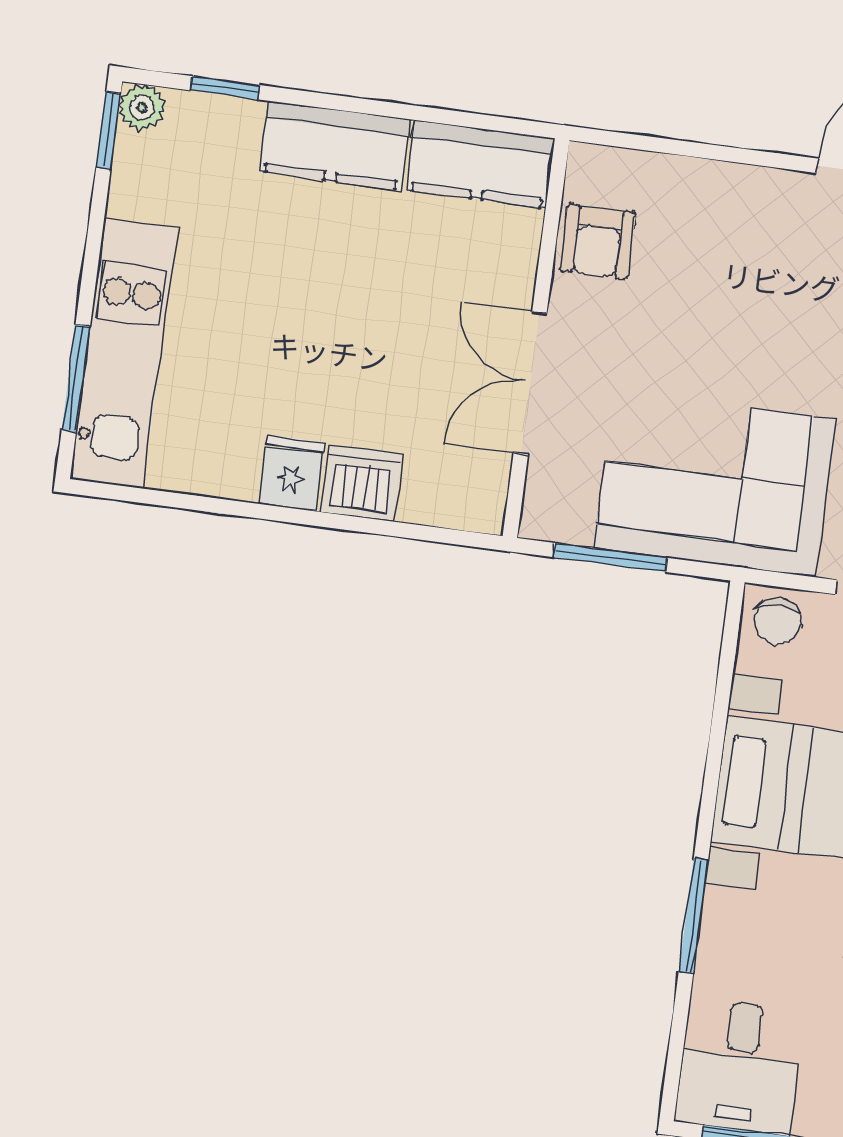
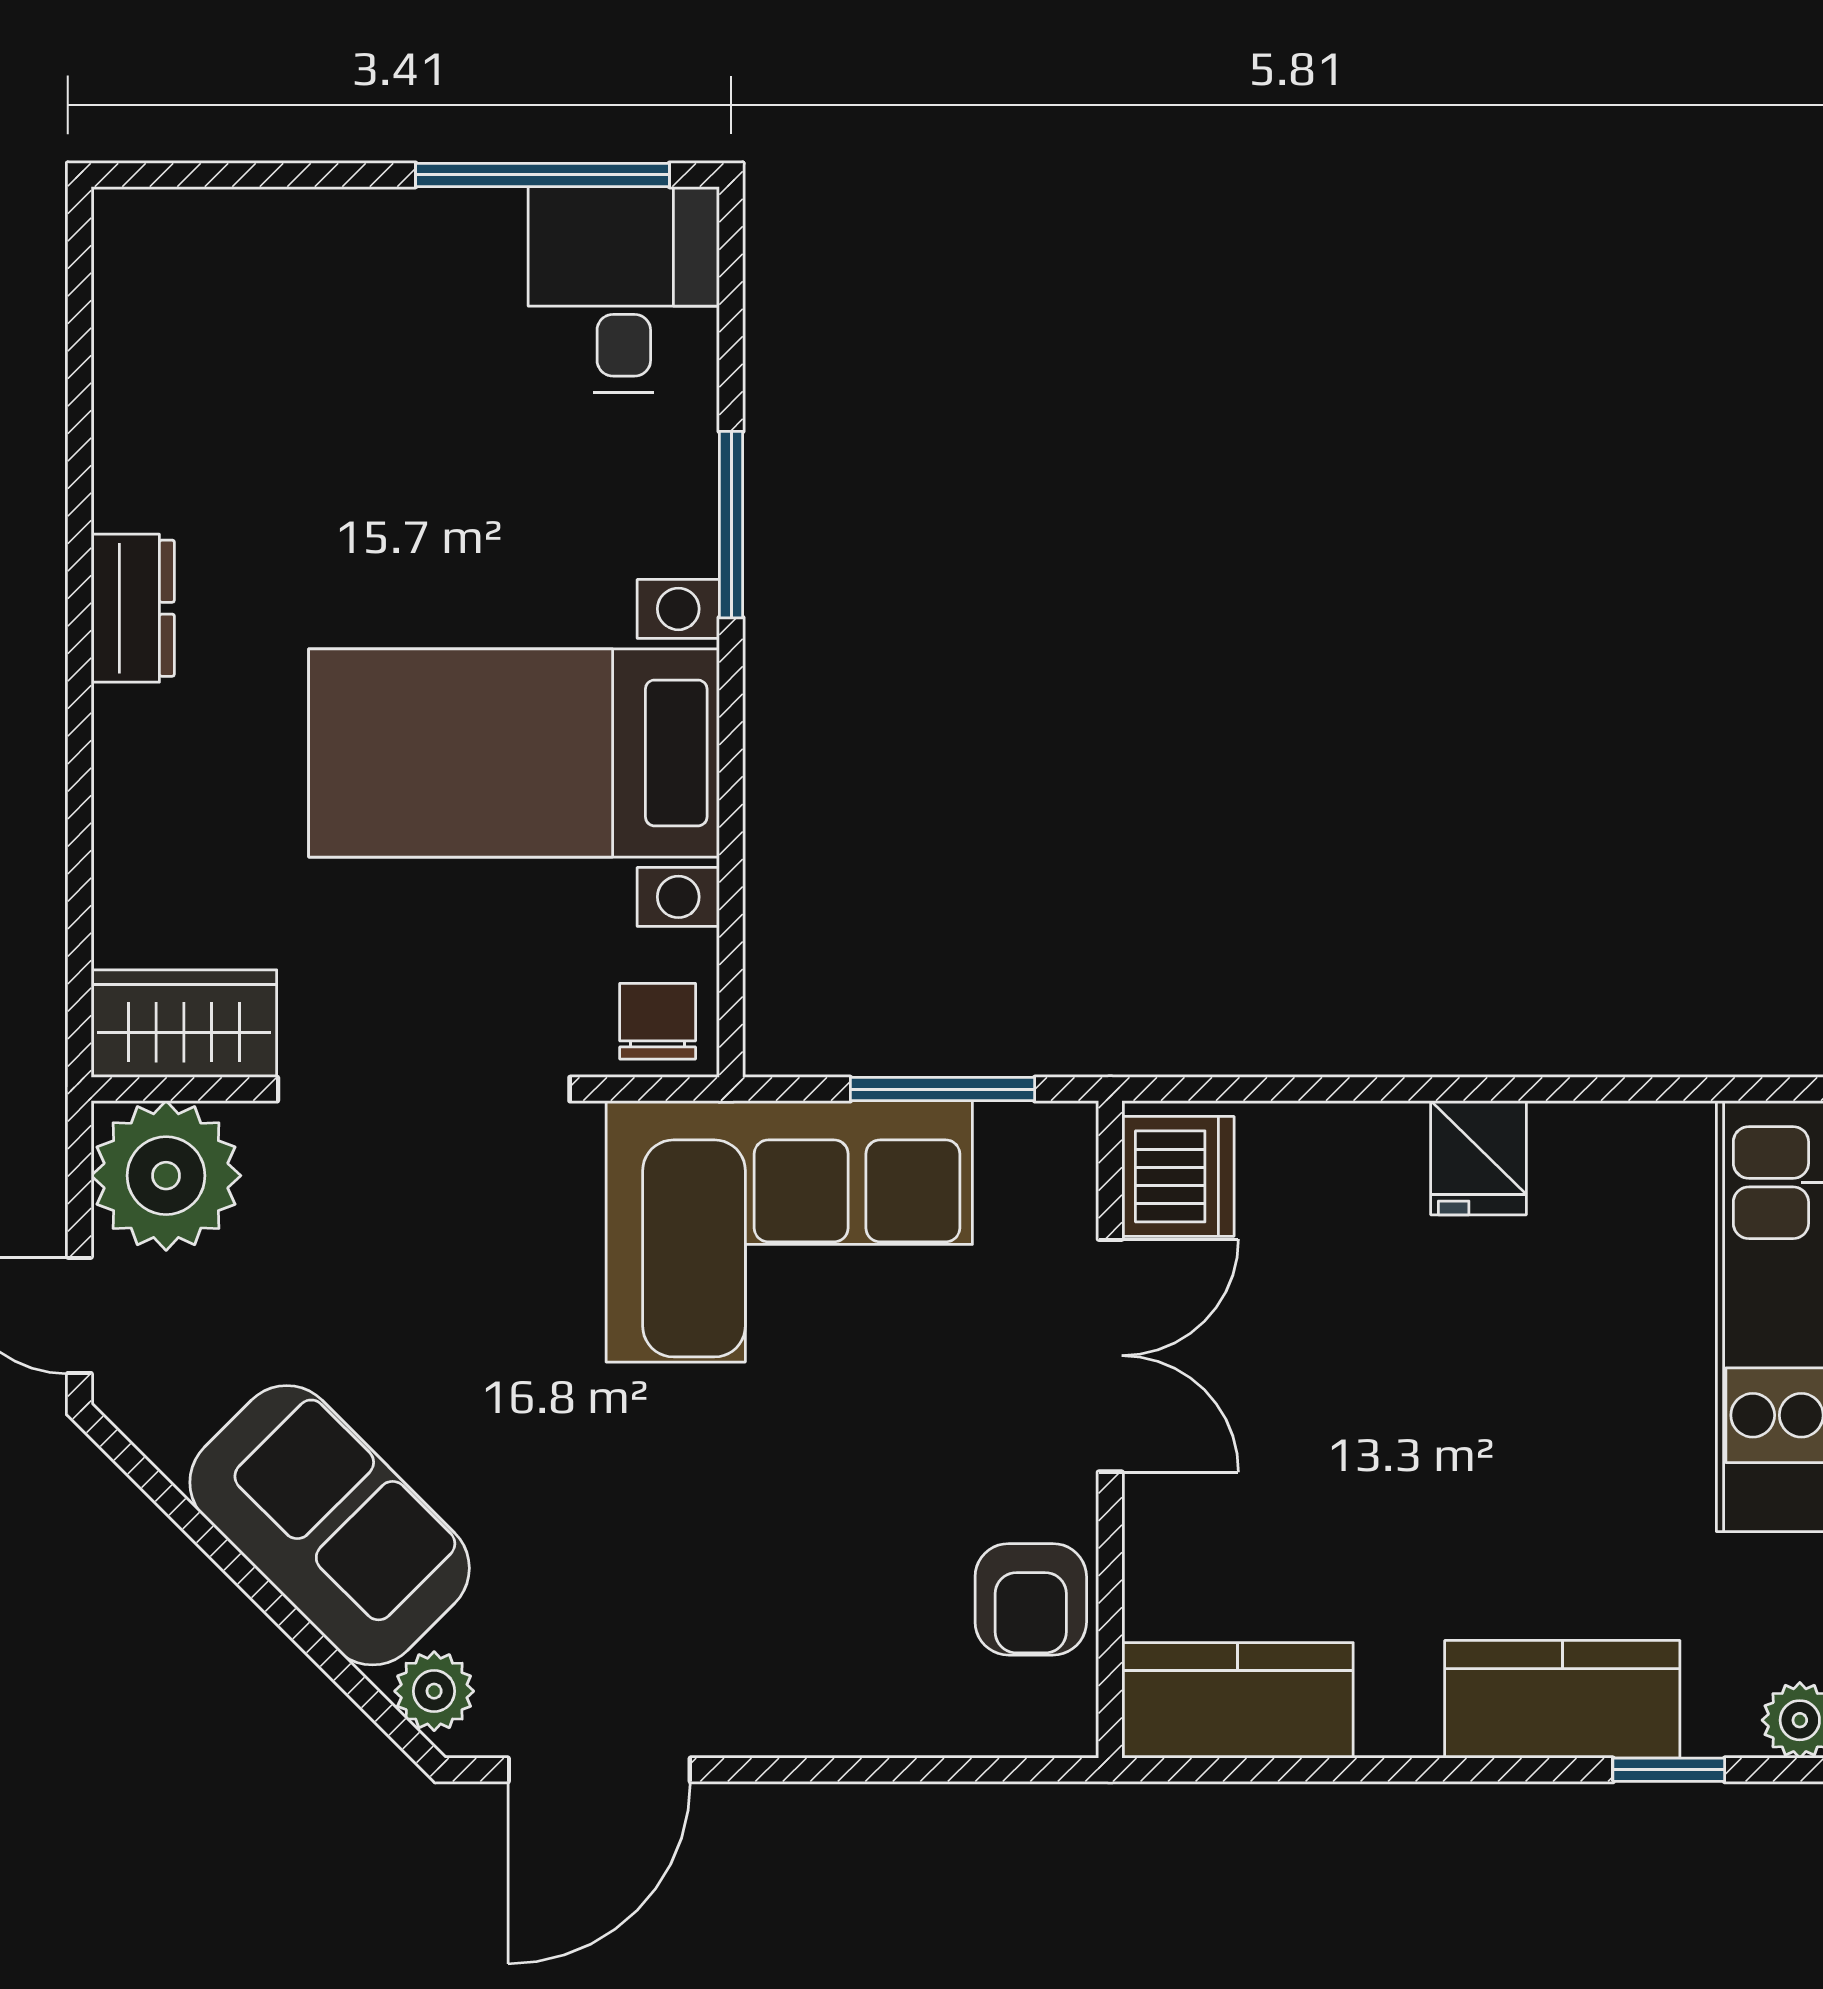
kitchen counter: (335, 146) -> (1562, 1699), moved
armchair: (598, 242) -> (1031, 1599), turned 180
dishwasher: (361, 483) -> (1178, 1176), moved, turned -90

